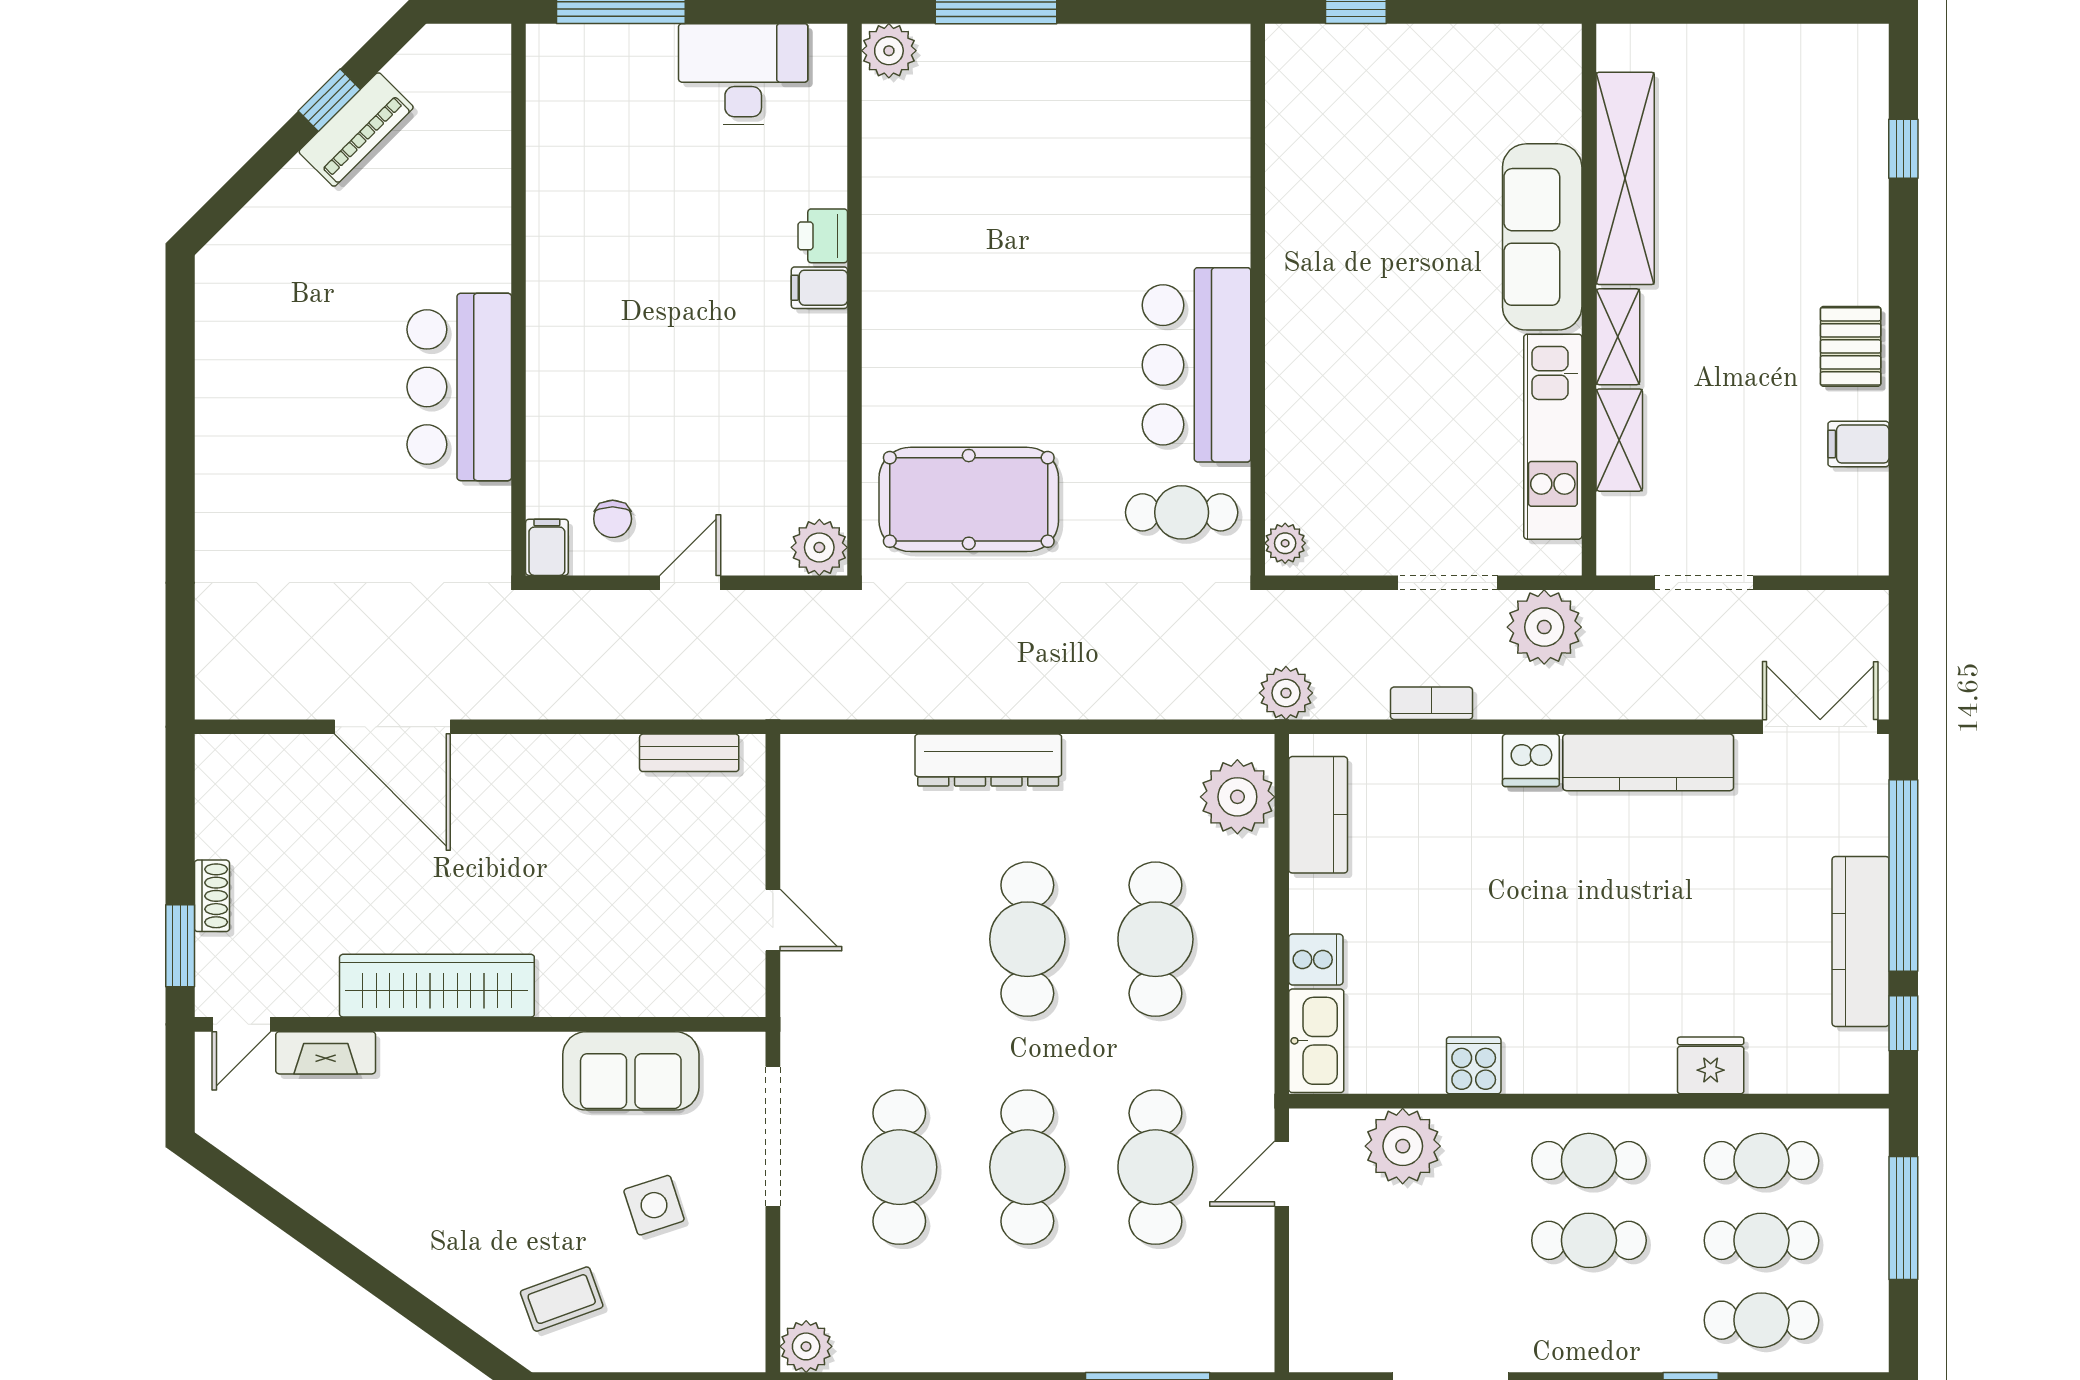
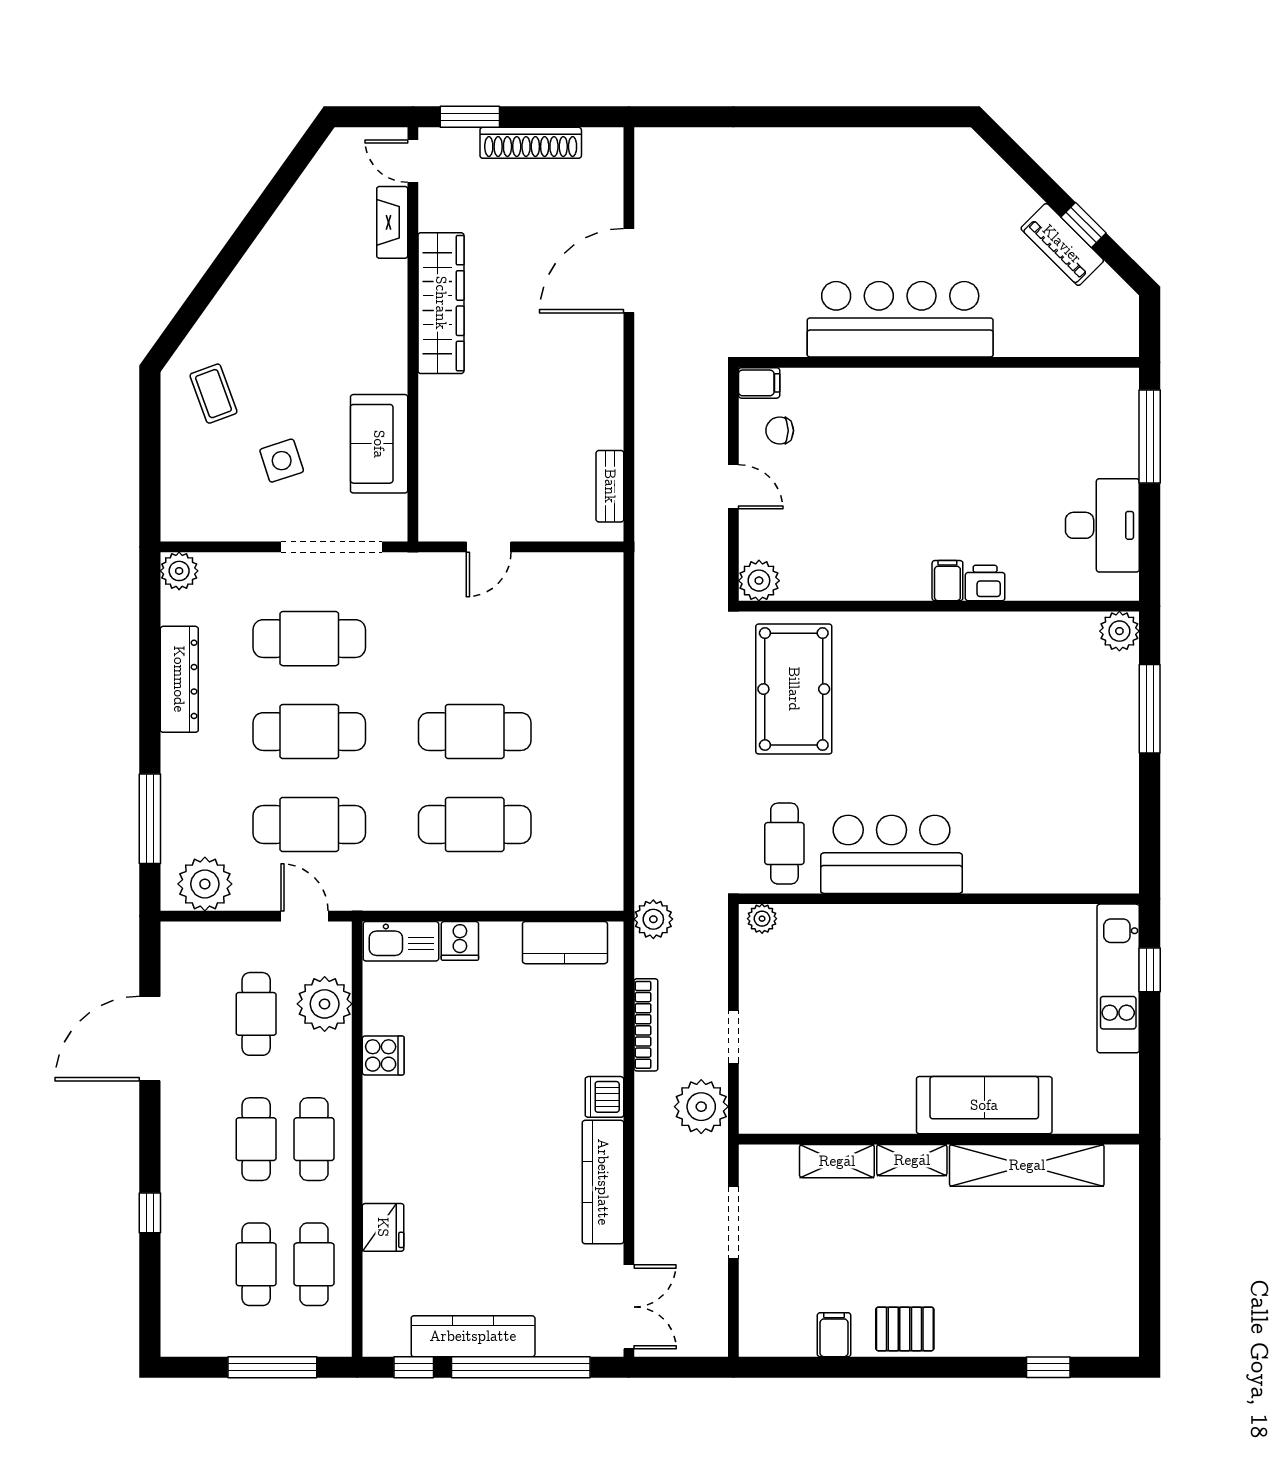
bar counter: (459, 387) -> (900, 319), width x1.36
kitchen unit: (1553, 437) -> (1118, 978), moved, turned -90
doorway: (1448, 583) -> (733, 1037), width x0.73
bookcase: (1432, 703) -> (646, 1025), width x1.56
dresser: (988, 760) -> (179, 679), moved, turned 180
plant: (1237, 797) -> (205, 884), moved
shoe rack: (212, 896) -> (531, 143), width x1.94, depth x1.24
cafe table: (1761, 1320) -> (256, 1014), moved

